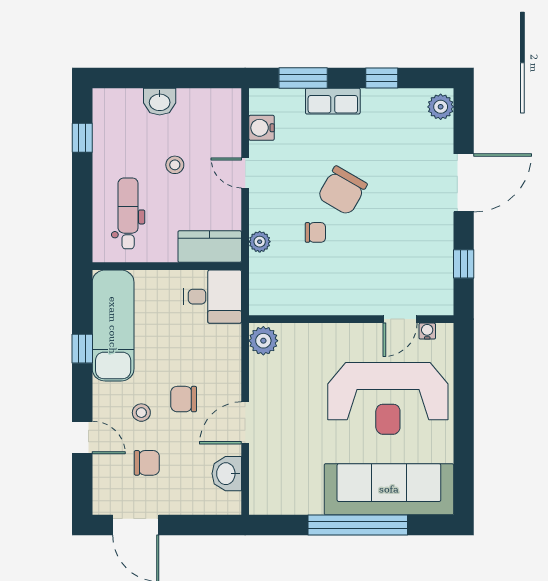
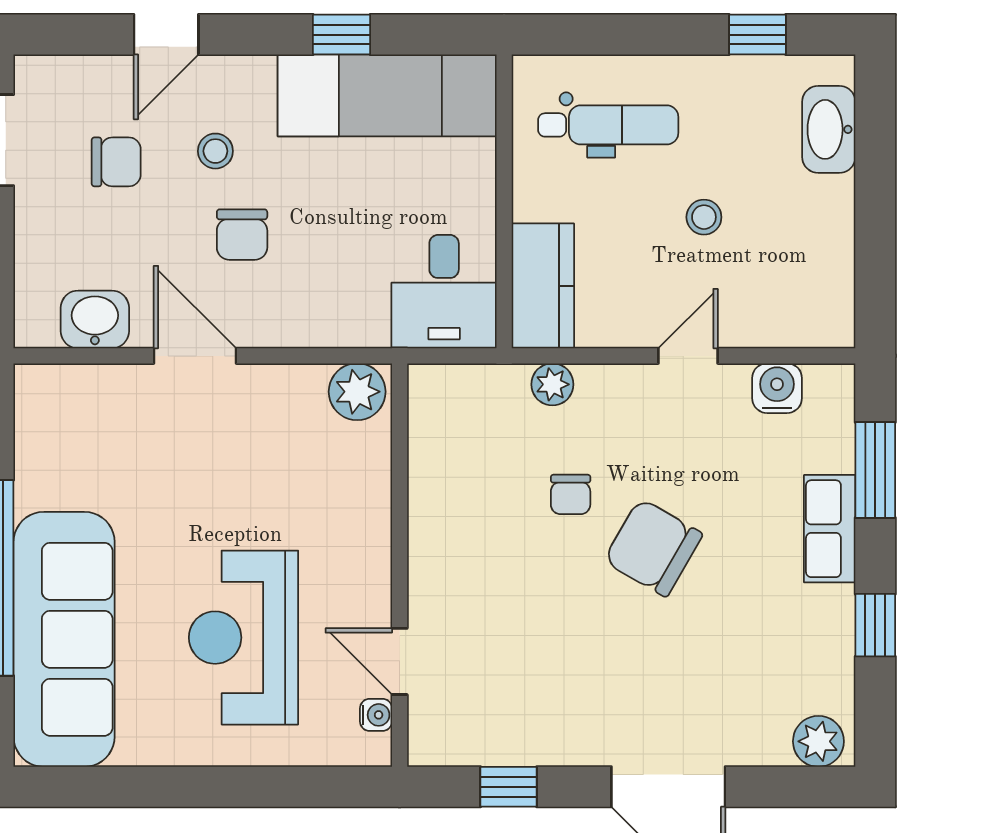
washbasin: (160, 102) -> (829, 129), moved, width x1.38
reception desk: (388, 398) -> (243, 638), width x0.74, depth x0.77
chair: (184, 399) -> (242, 235), turned 180
chair: (147, 463) -> (116, 162), turned -90

